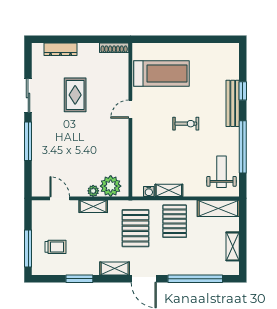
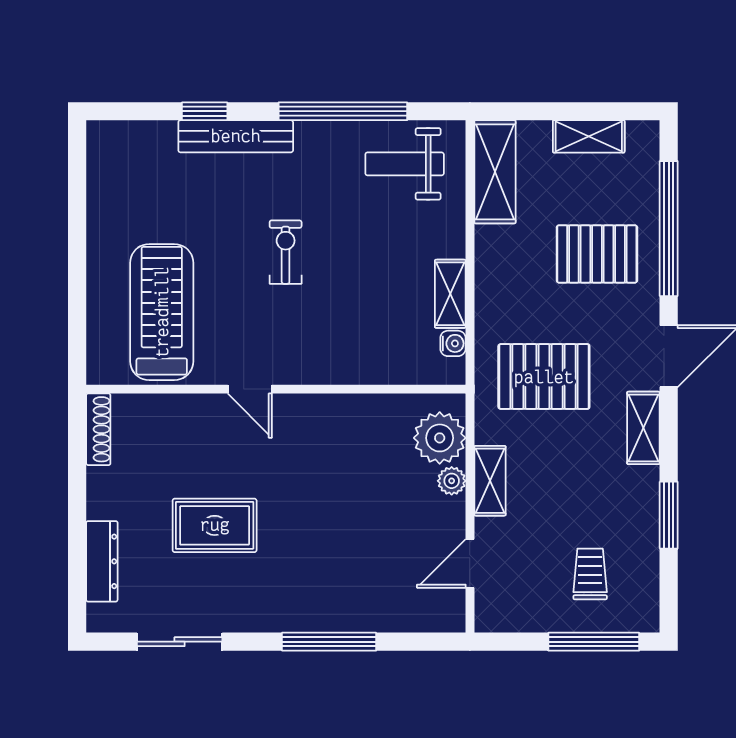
sliding door: (28, 96) -> (180, 642), moved
pallet: (175, 221) -> (597, 254), moved

